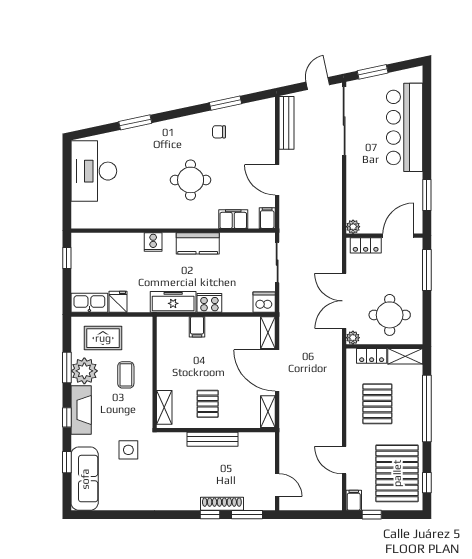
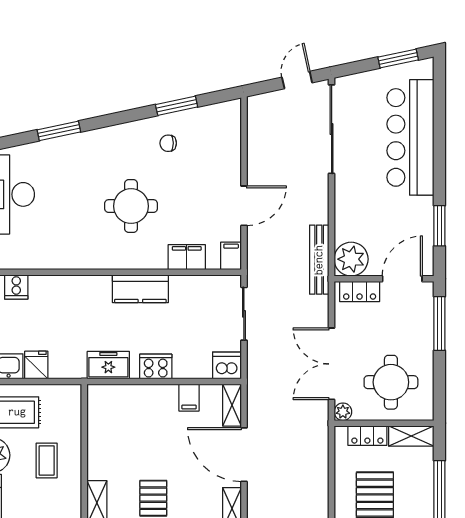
window: (373, 72) -> (398, 58), moved
bench: (286, 123) -> (319, 260), moved
door: (277, 180) -> (244, 206), swing flipped
plant: (353, 227) -> (351, 259), width x1.88, depth x1.88
cooker: (153, 242) -> (16, 287), moved
freezer: (173, 302) -> (108, 365), width x0.71
filing cabinet: (197, 327) -> (189, 398), moved

